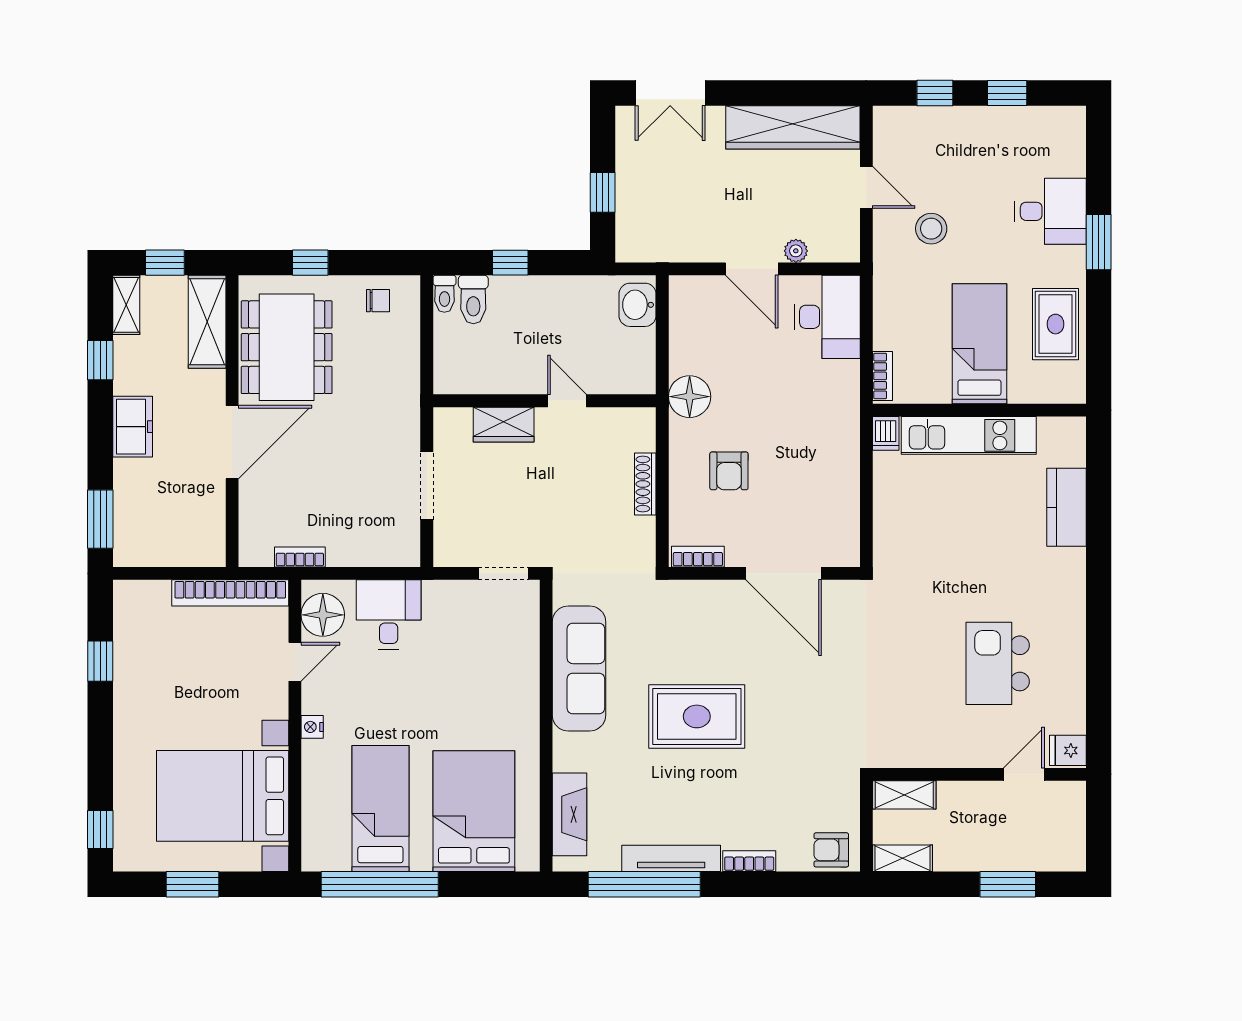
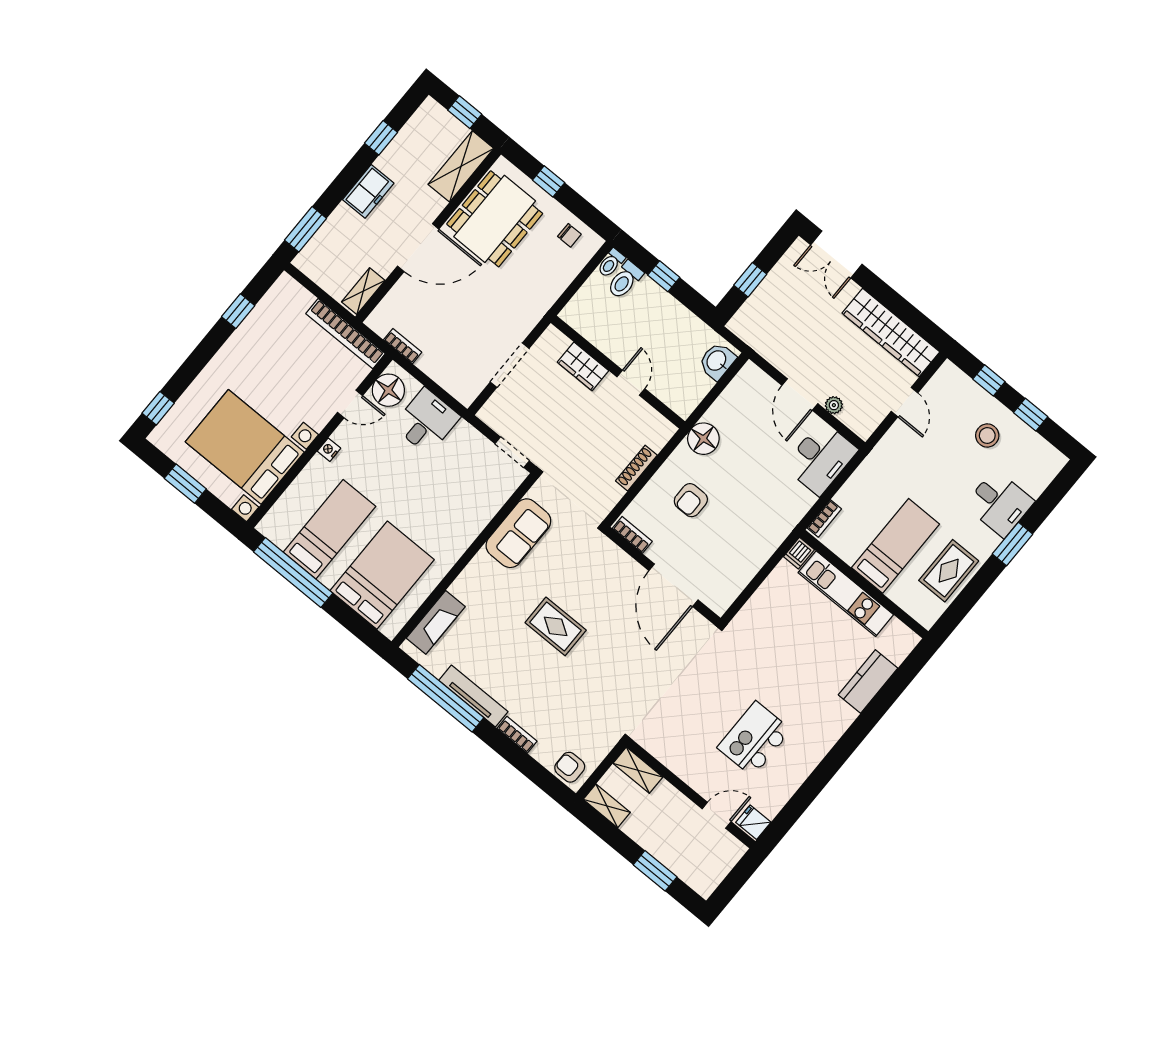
stool: (931, 229) -> (987, 436), moved
shelving: (126, 305) -> (363, 291), moved
sofa: (579, 668) -> (518, 533), width x0.73
rug: (697, 716) -> (556, 626), width x0.73, depth x0.70

